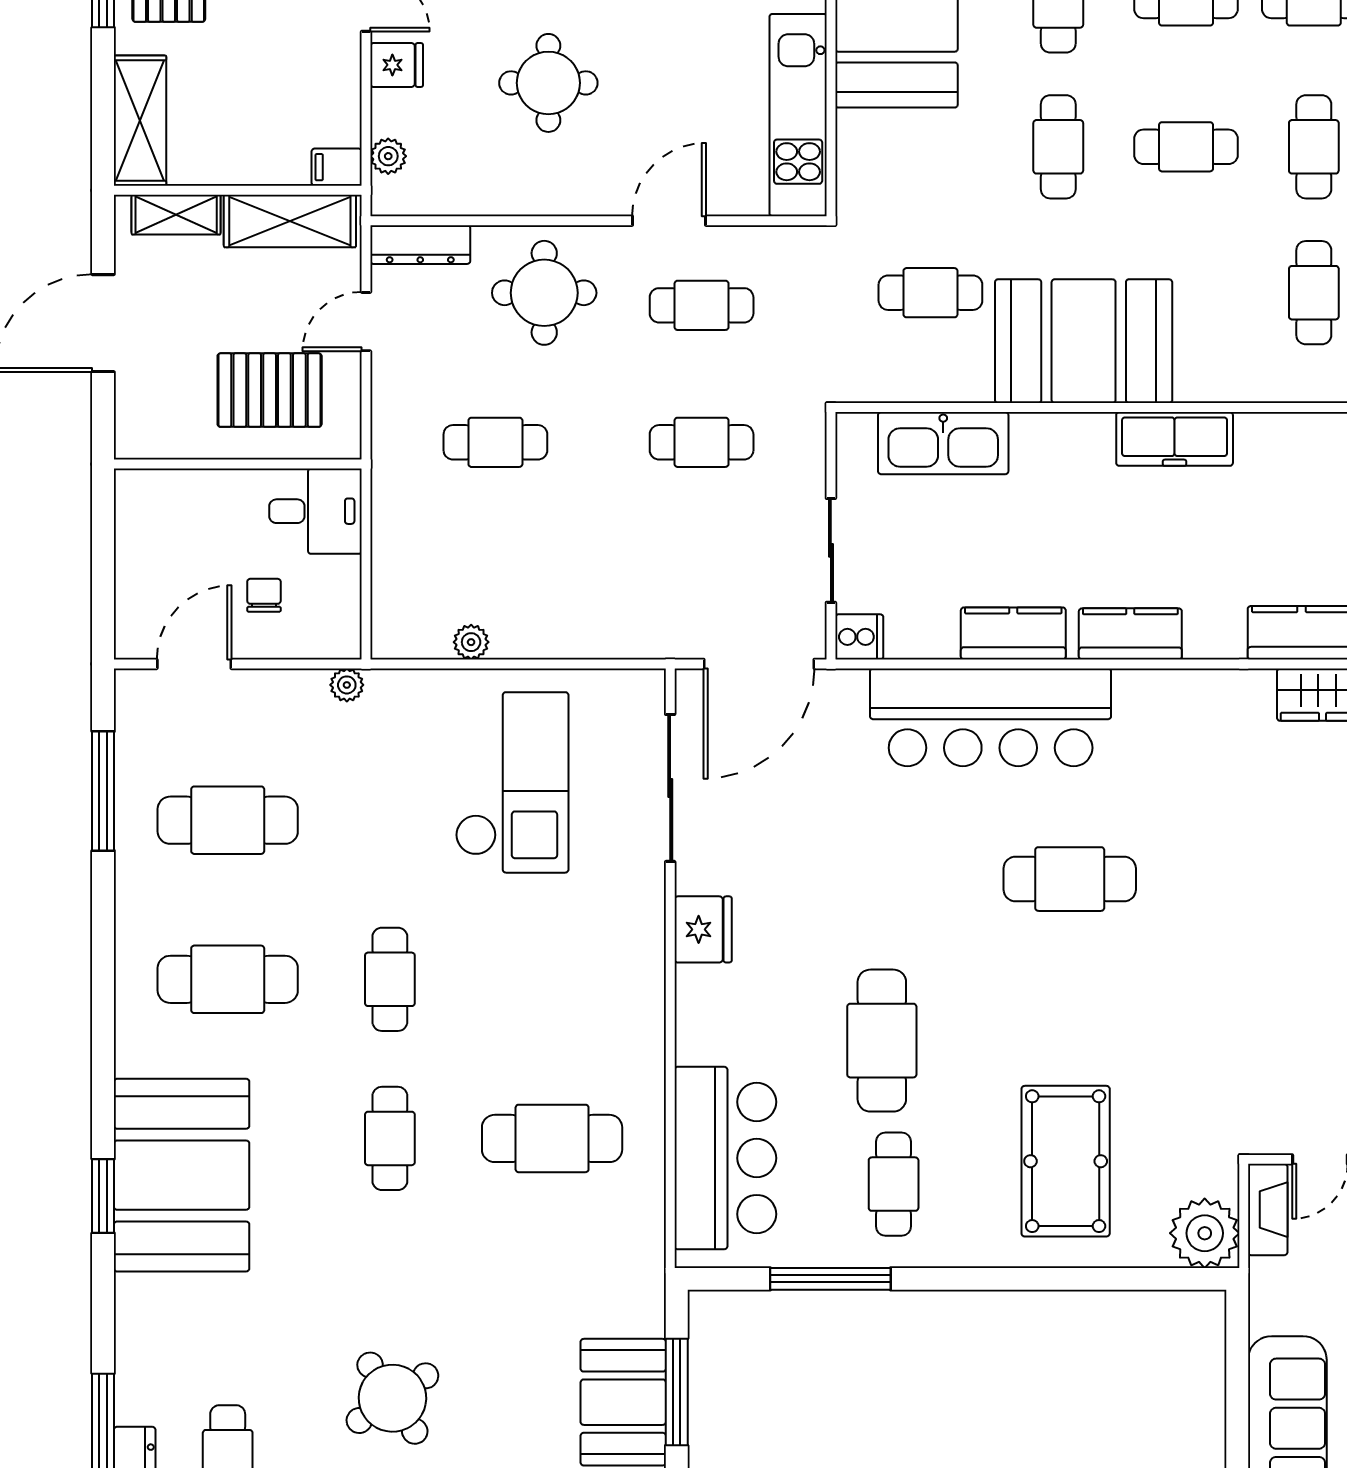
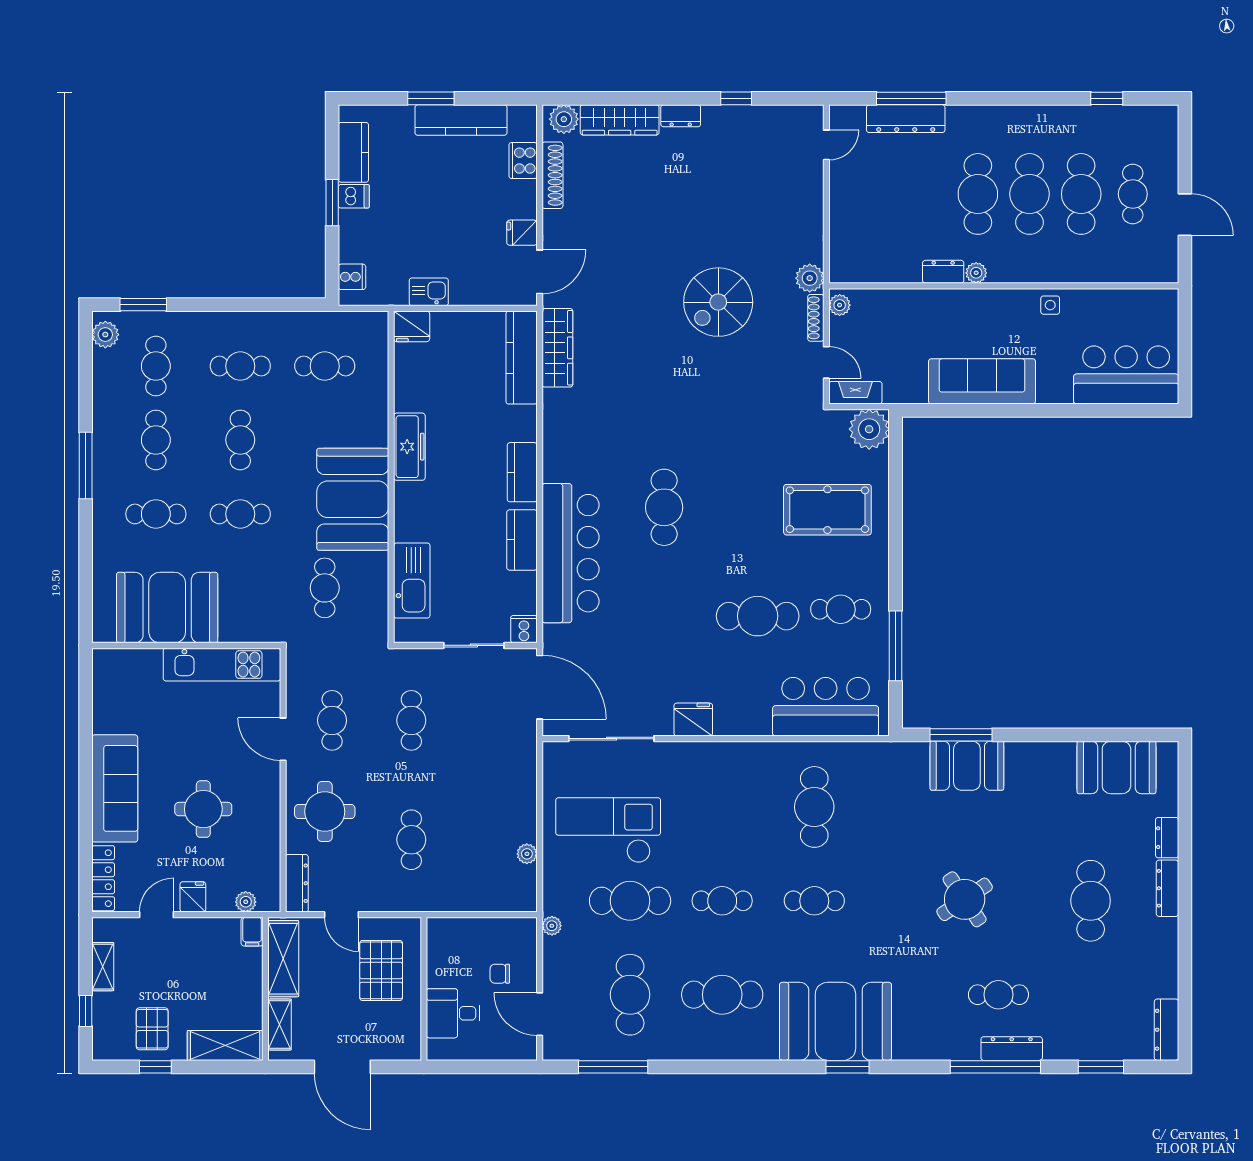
desk: (316, 511) -> (453, 1013), moved, turned -90
cafe table: (390, 820) -> (630, 901), added
cafe table: (228, 979) -> (722, 995), turned 90

